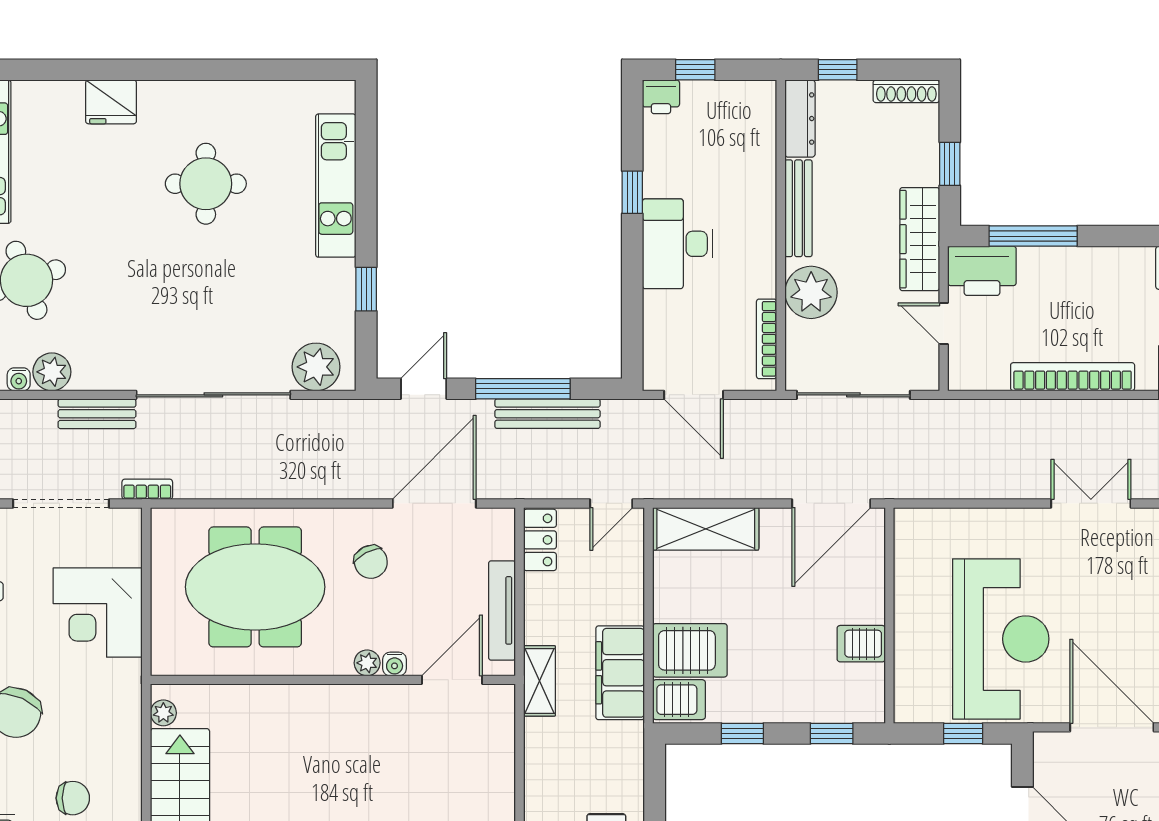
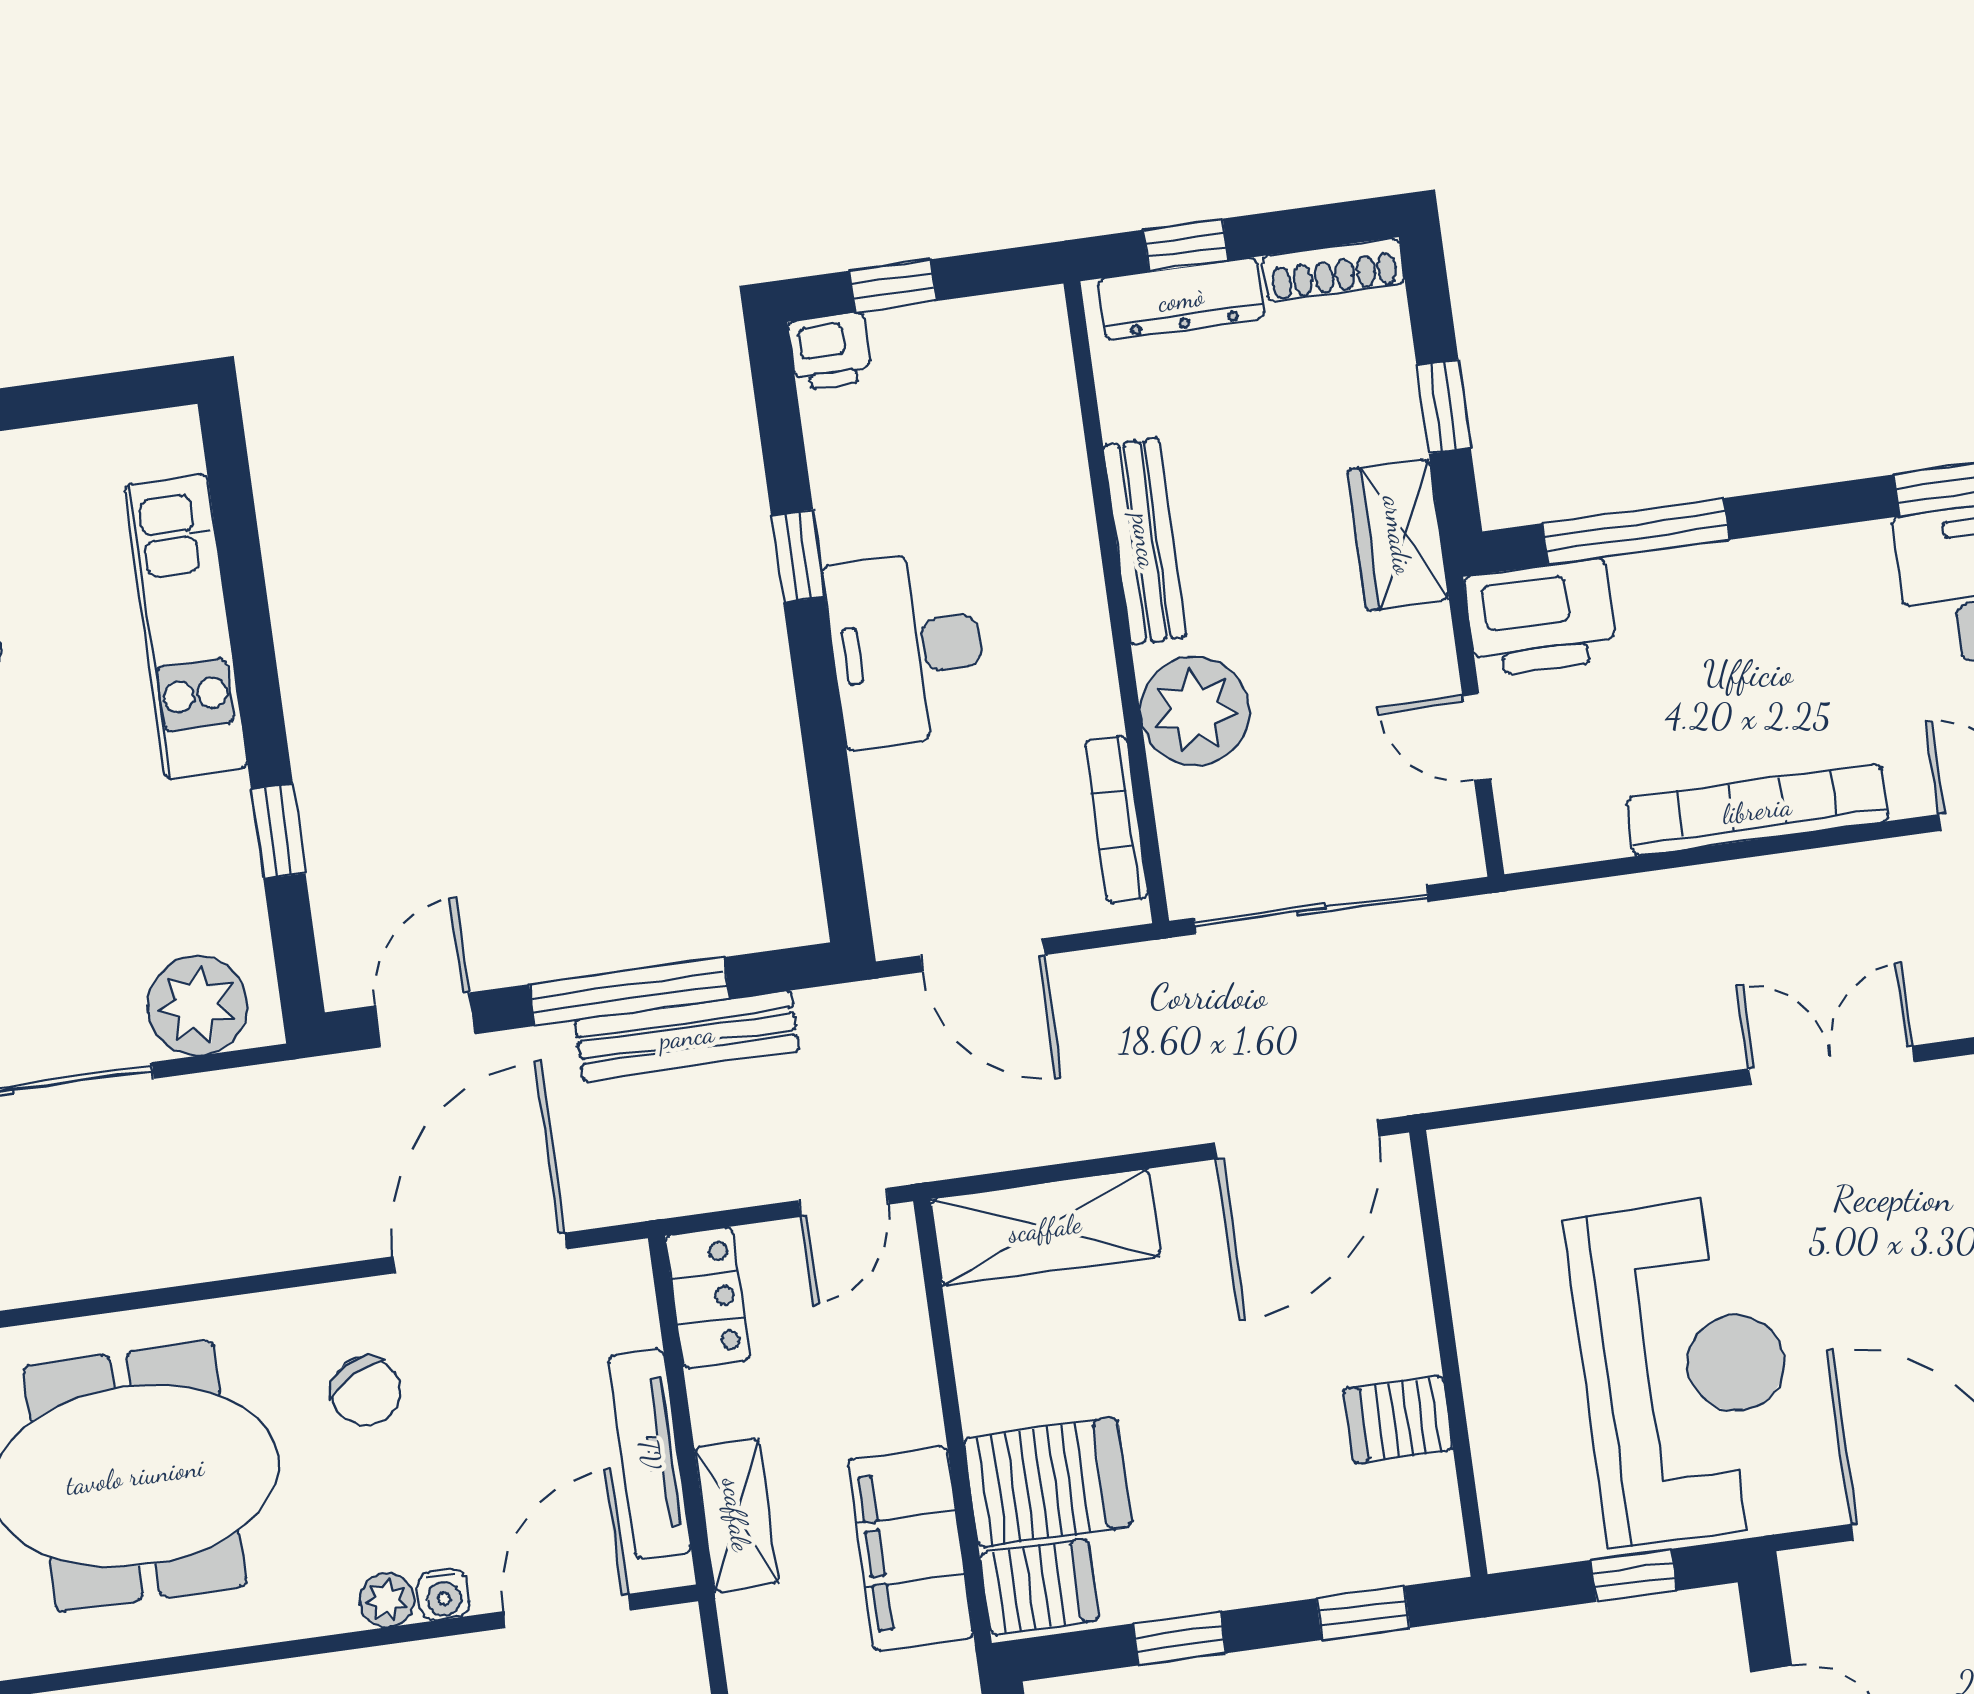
dresser: (800, 119) -> (1181, 299), moved, turned 90
wardrobe: (920, 239) -> (1398, 535), width x0.67
shelving: (539, 681) -> (737, 1515), moved

